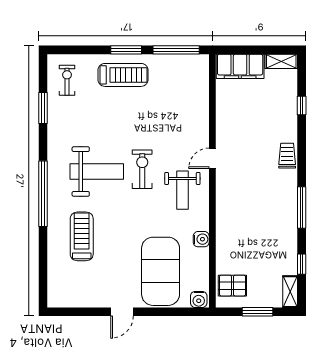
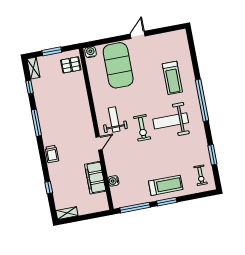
filing cabinet: (240, 66) -> (95, 178), moved, turned -90
treadmill: (123, 75) -> (166, 185), turned 180
water cooler: (201, 239) -> (113, 181), moved

